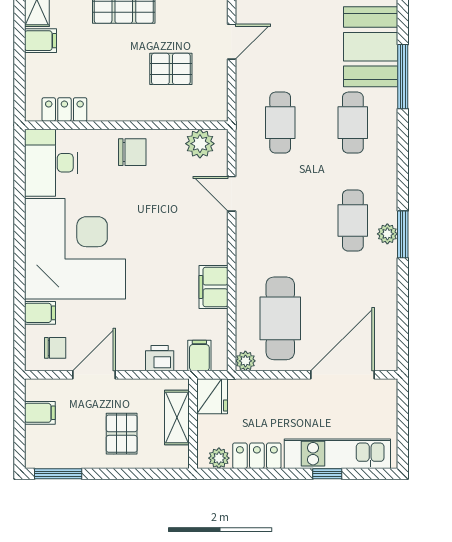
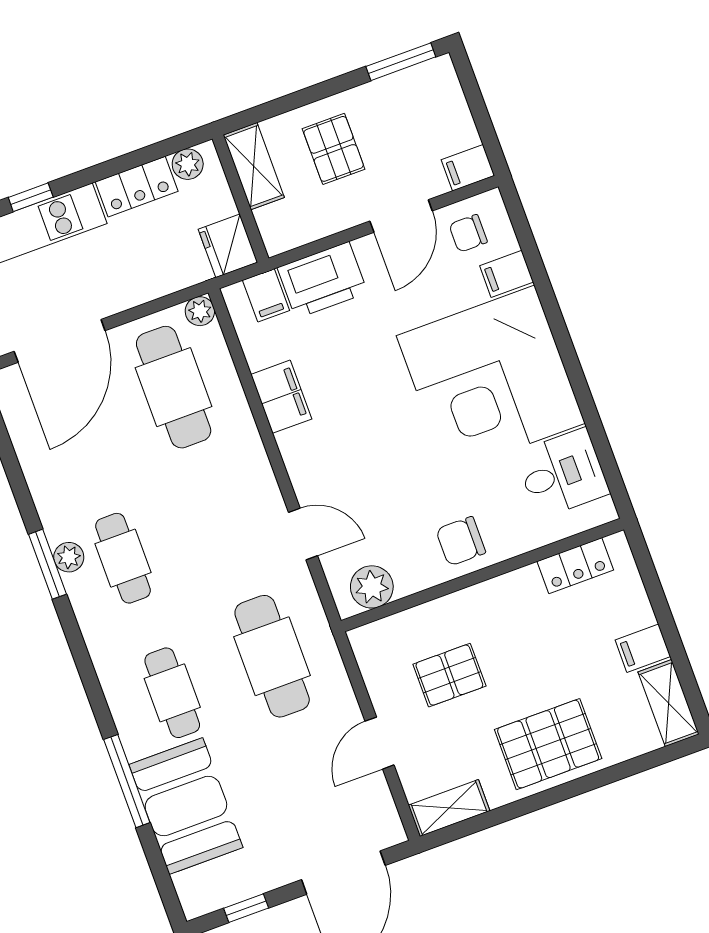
cafe table: (280, 123) -> (272, 656), width x1.37, depth x1.35
desk: (51, 163) -> (562, 473), width x0.73
printer: (160, 358) -> (322, 280), width x1.87, depth x1.48
filing cabinet: (40, 413) -> (468, 168), moved
shelving: (177, 417) -> (254, 166), moved

